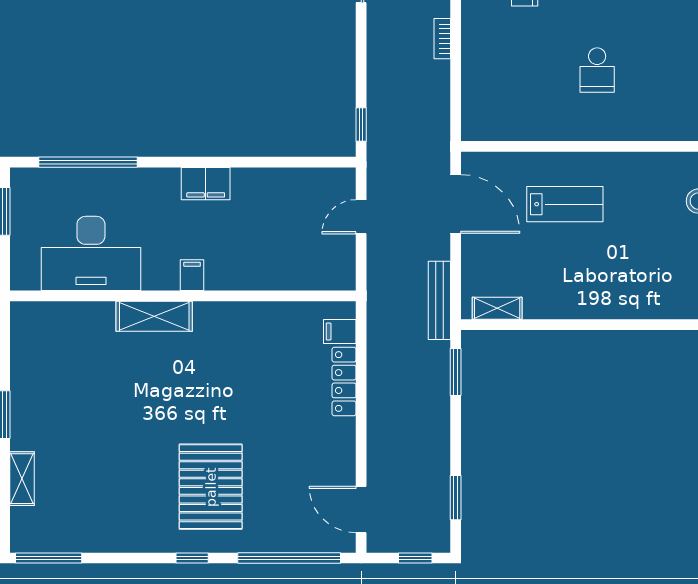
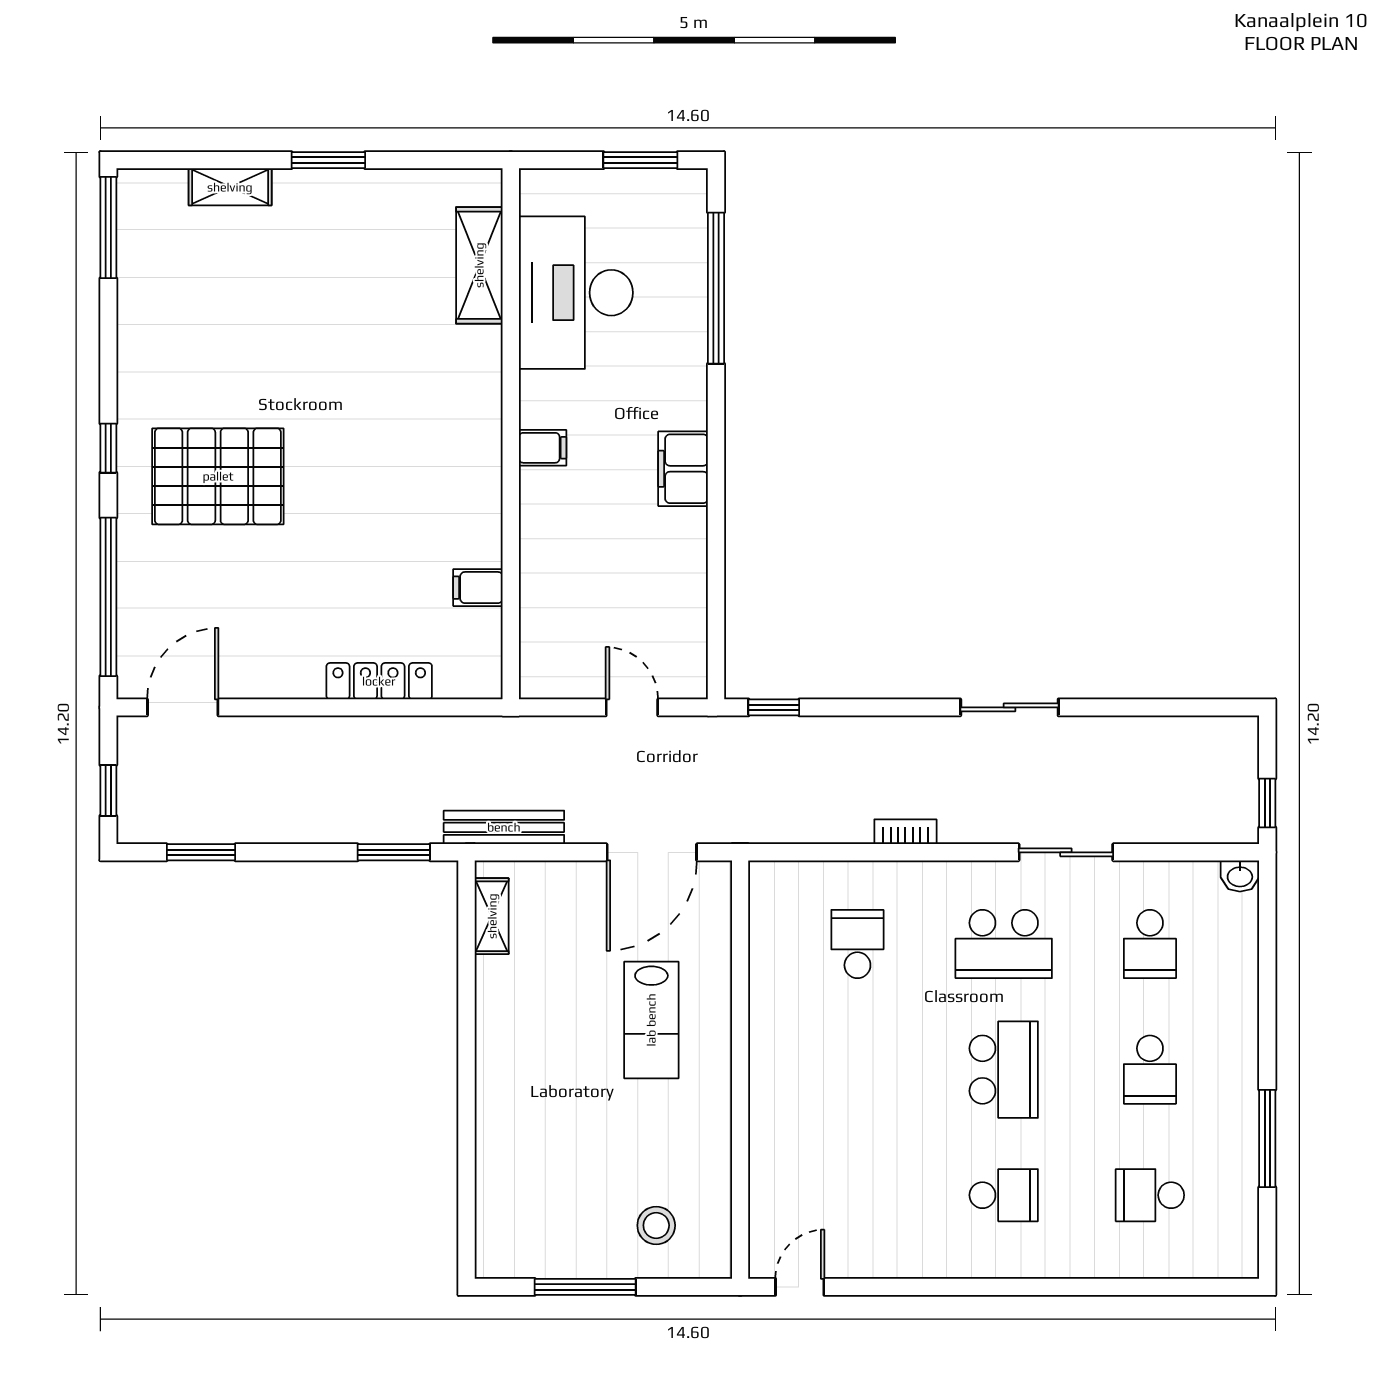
school desk: (597, 70) -> (857, 944), moved, turned 90
shelving: (154, 316) -> (479, 265), moved
filing cabinet: (340, 332) -> (478, 588), moved, turned -90

